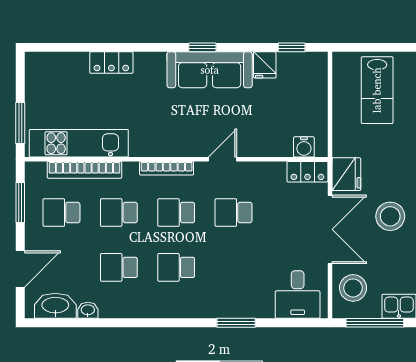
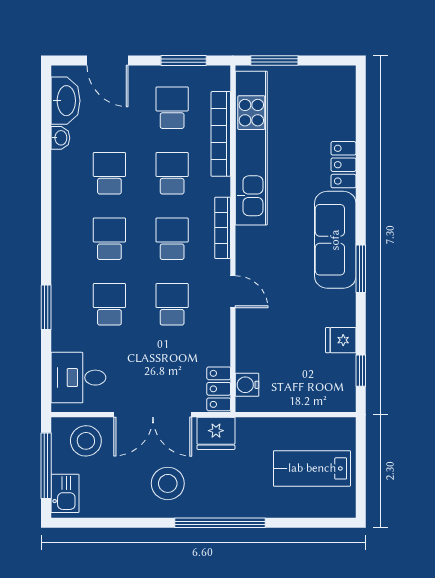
window: (202, 47) -> (361, 269), width x1.50
sofa: (210, 70) -> (335, 240), moved
kitchen unit: (79, 143) -> (251, 148), width x1.36
school desk: (234, 267) -> (109, 304), added

